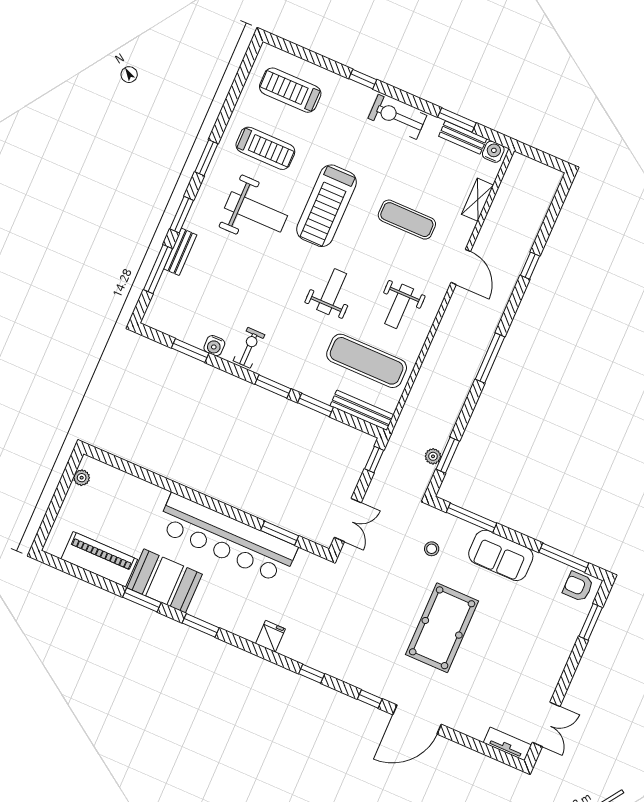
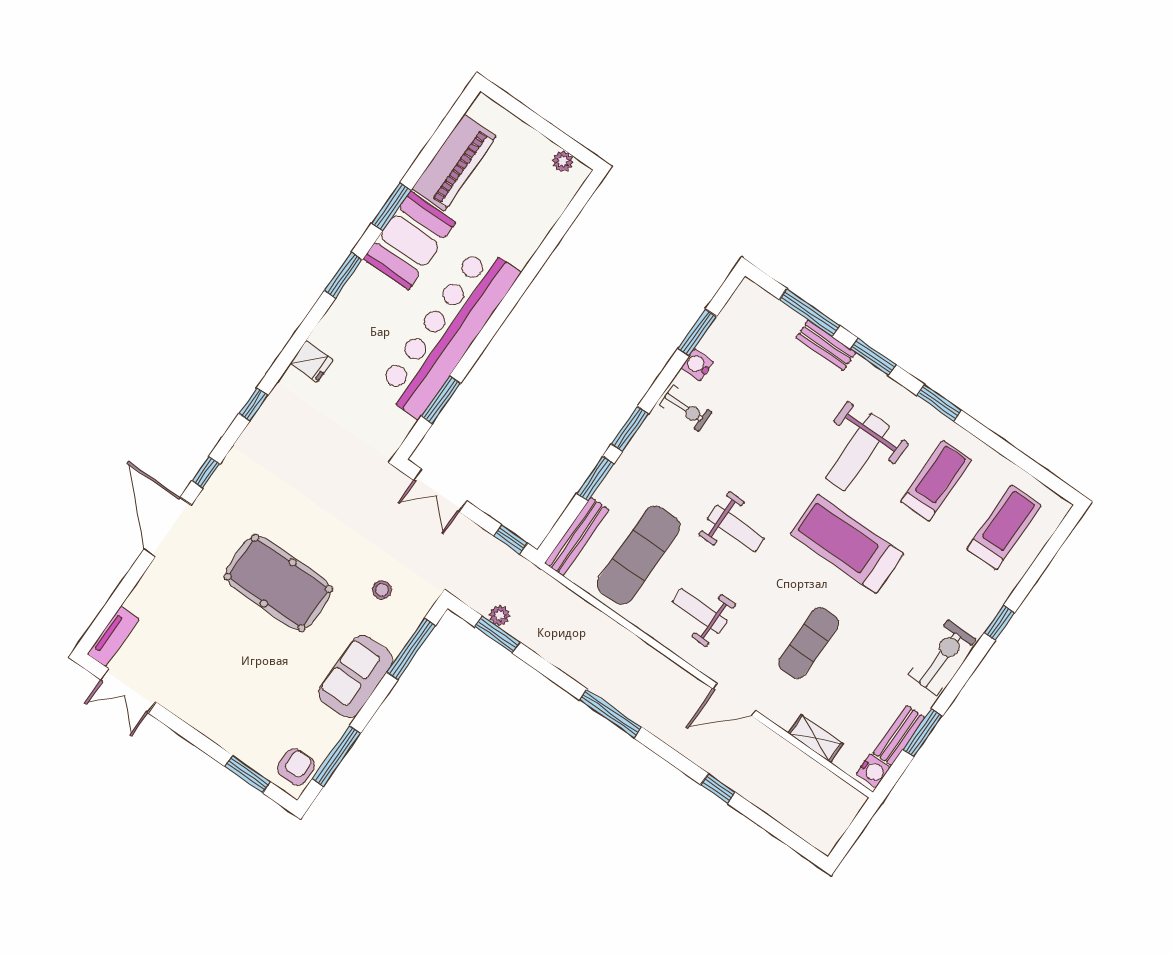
treadmill: (265, 148) -> (936, 481), turned 180

